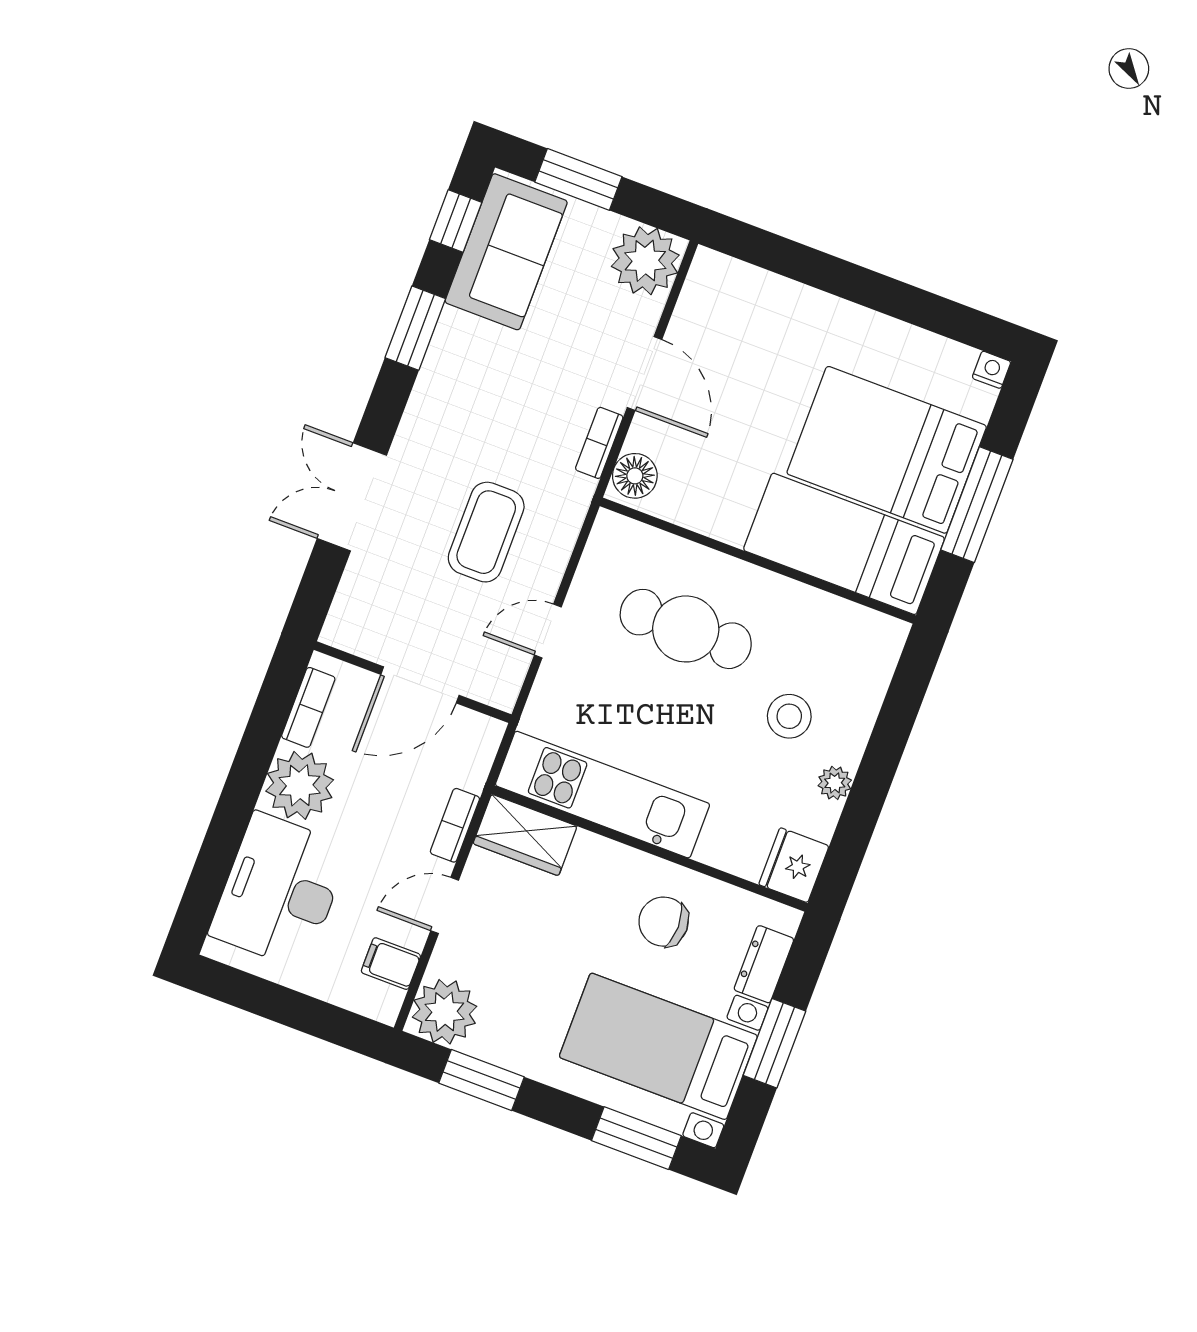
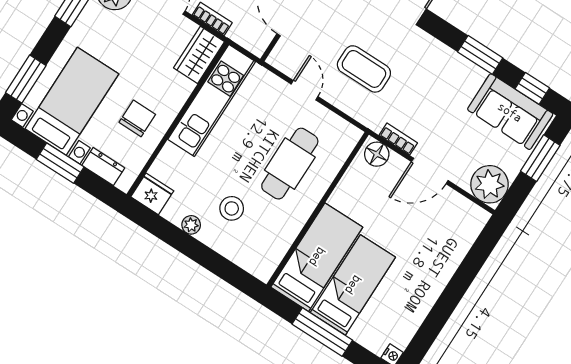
bed: (887, 450) -> (353, 285), width x0.67

